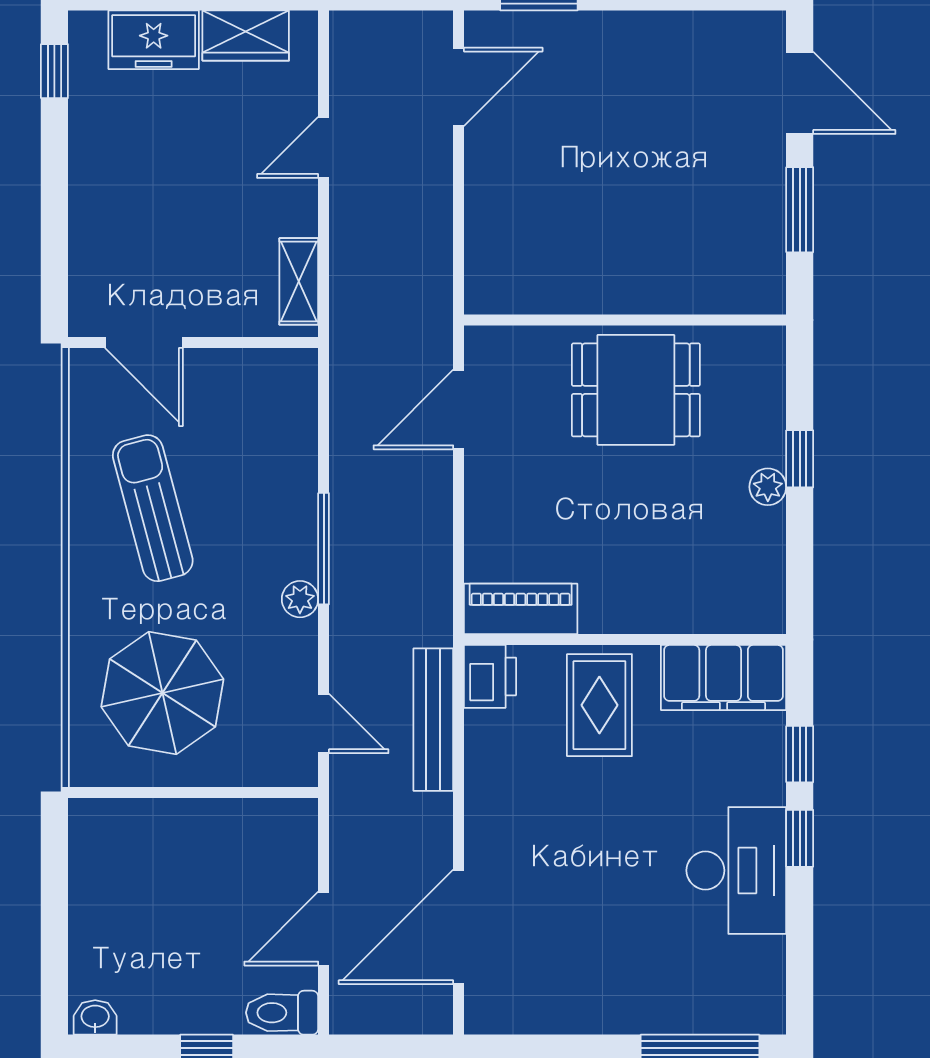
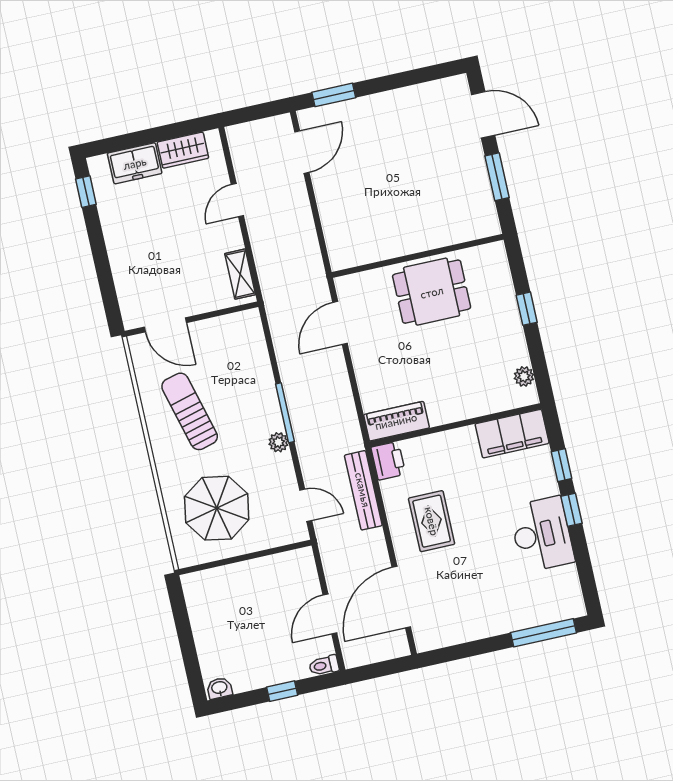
plant: (768, 487) -> (524, 376), moved
rug: (599, 705) -> (432, 521), moved
toilet: (282, 1013) -> (324, 665), width x0.73, depth x0.72

